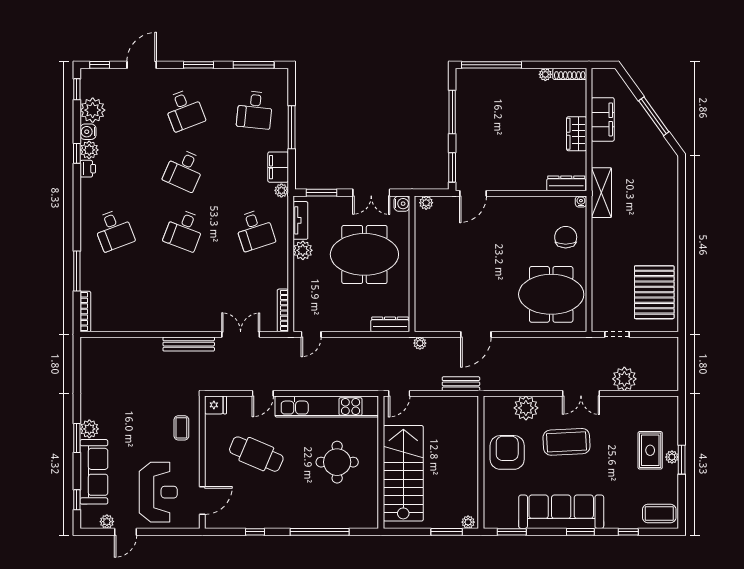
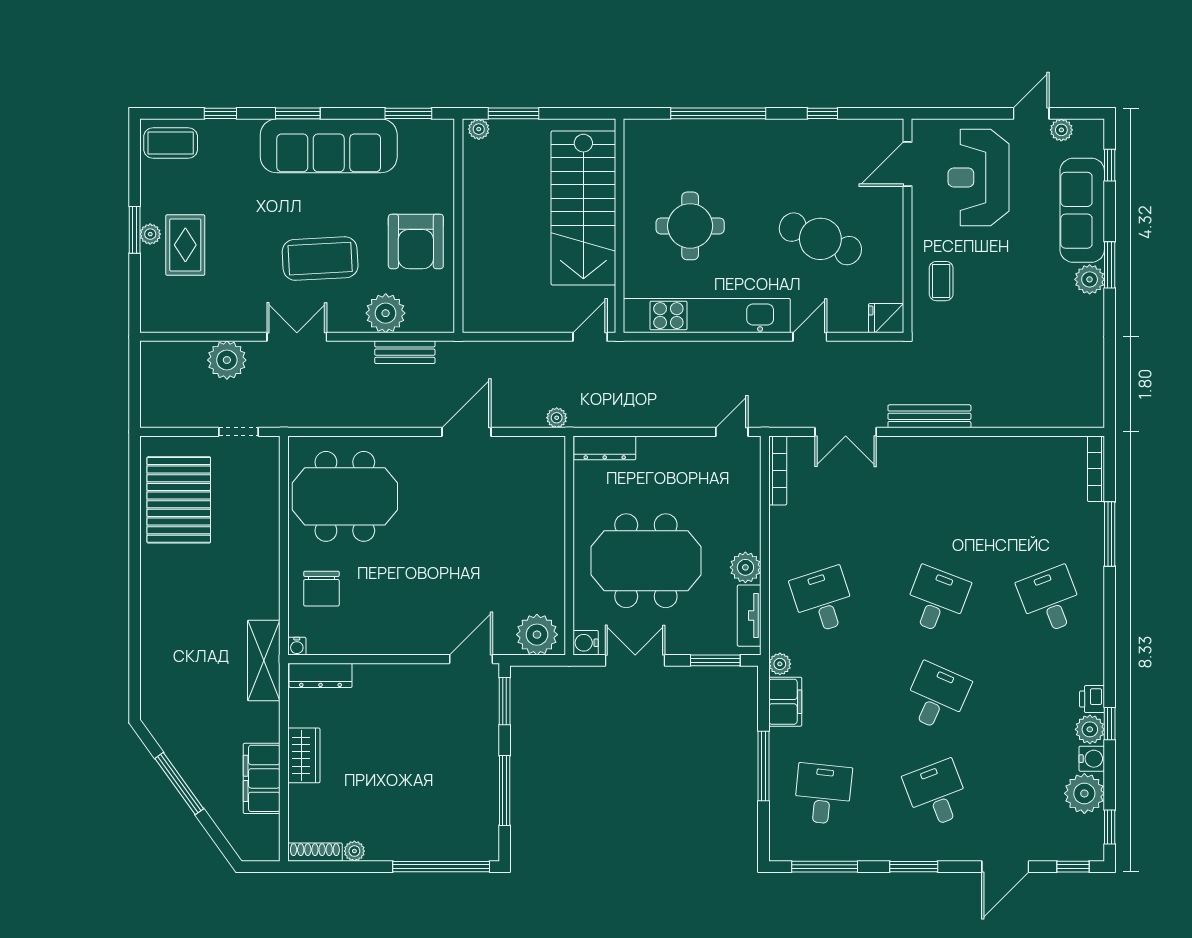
plant: (426, 203) -> (537, 635), width x1.88, depth x1.88
bench: (461, 384) -> (405, 352), moved

